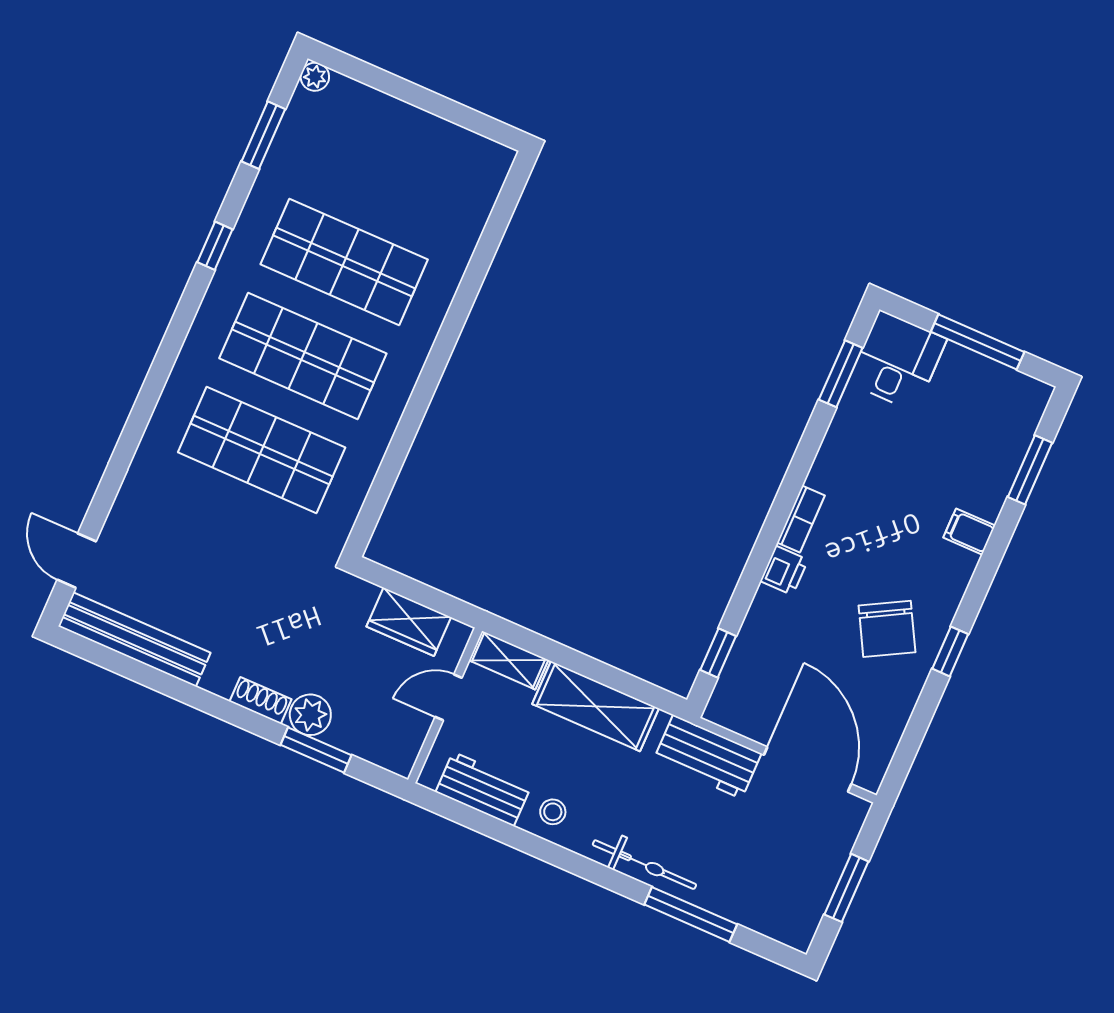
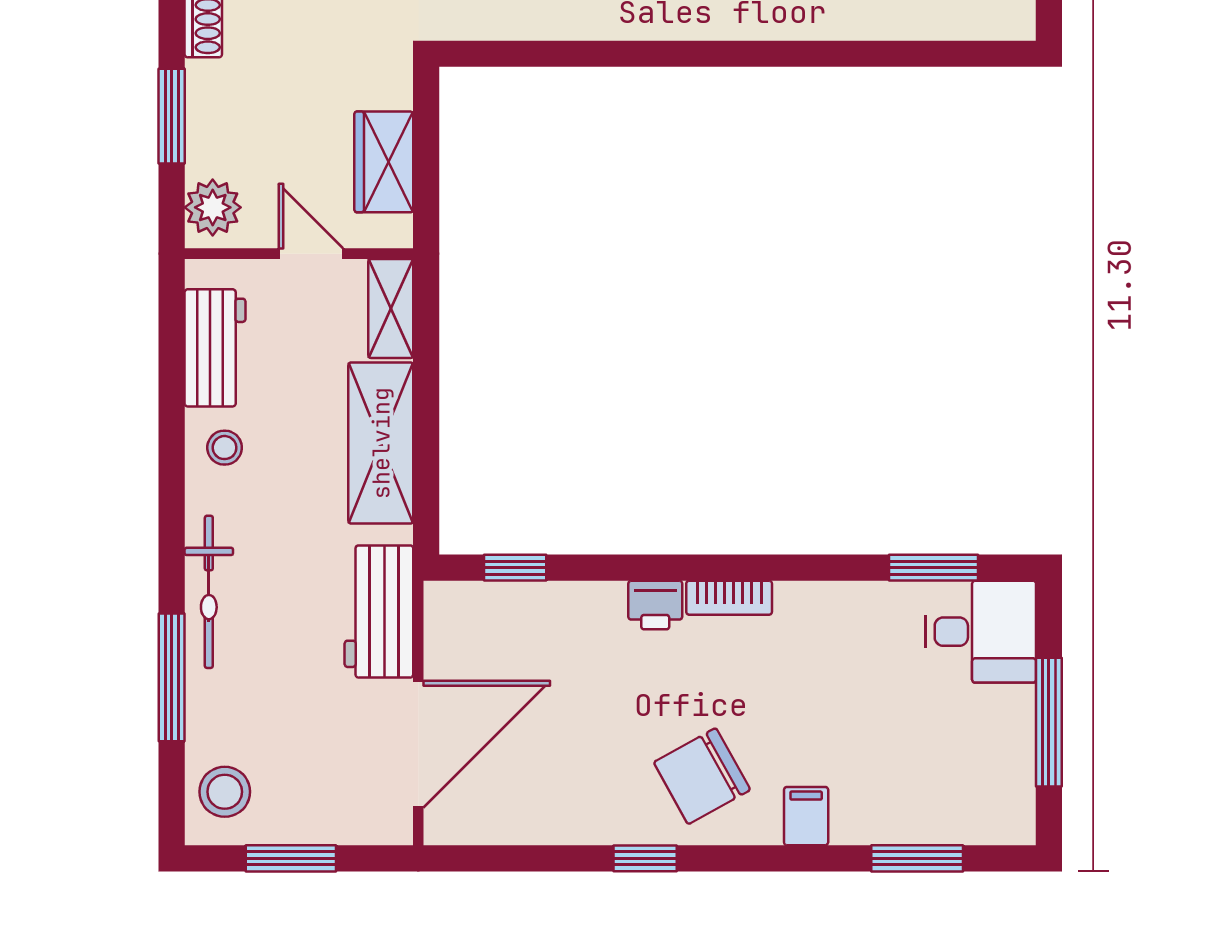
chair: (887, 629) -> (702, 776), moved
plant: (310, 715) -> (213, 207), moved
stool: (783, 913) -> (225, 792), added

